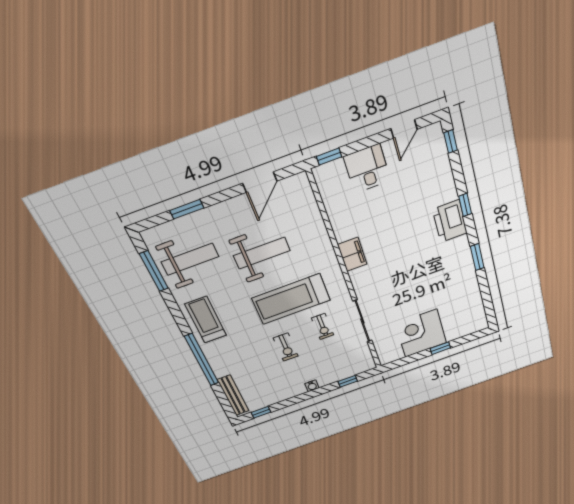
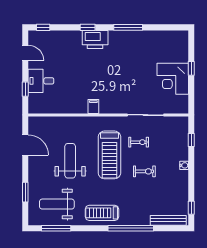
window: (329, 157) -> (25, 89), moved
filing cabinet: (352, 254) -> (93, 107), width x0.50
window: (477, 257) -> (128, 27), width x1.44
weight bench: (190, 259) -> (57, 204), turned -90

